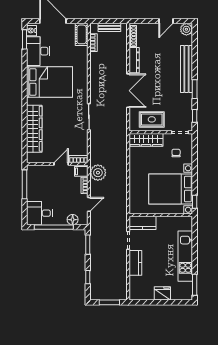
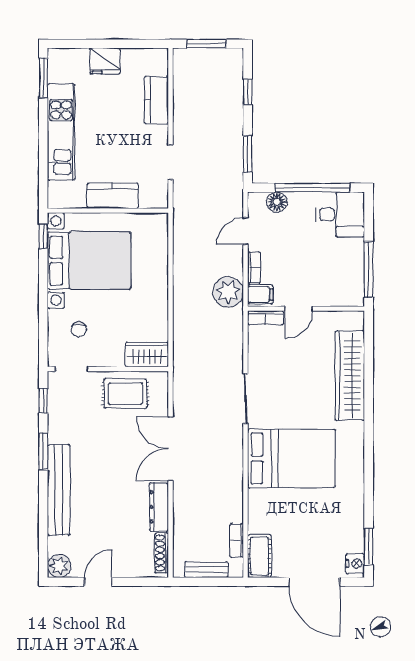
desk: (38, 51) -> (343, 524), removed
bed: (50, 82) -> (291, 458), moved, turned 180
wardrobe: (146, 140) -> (147, 355), width x0.67
kitchen counter: (143, 223) -> (113, 196), moved
kitchen counter: (135, 263) -> (156, 100), moved

